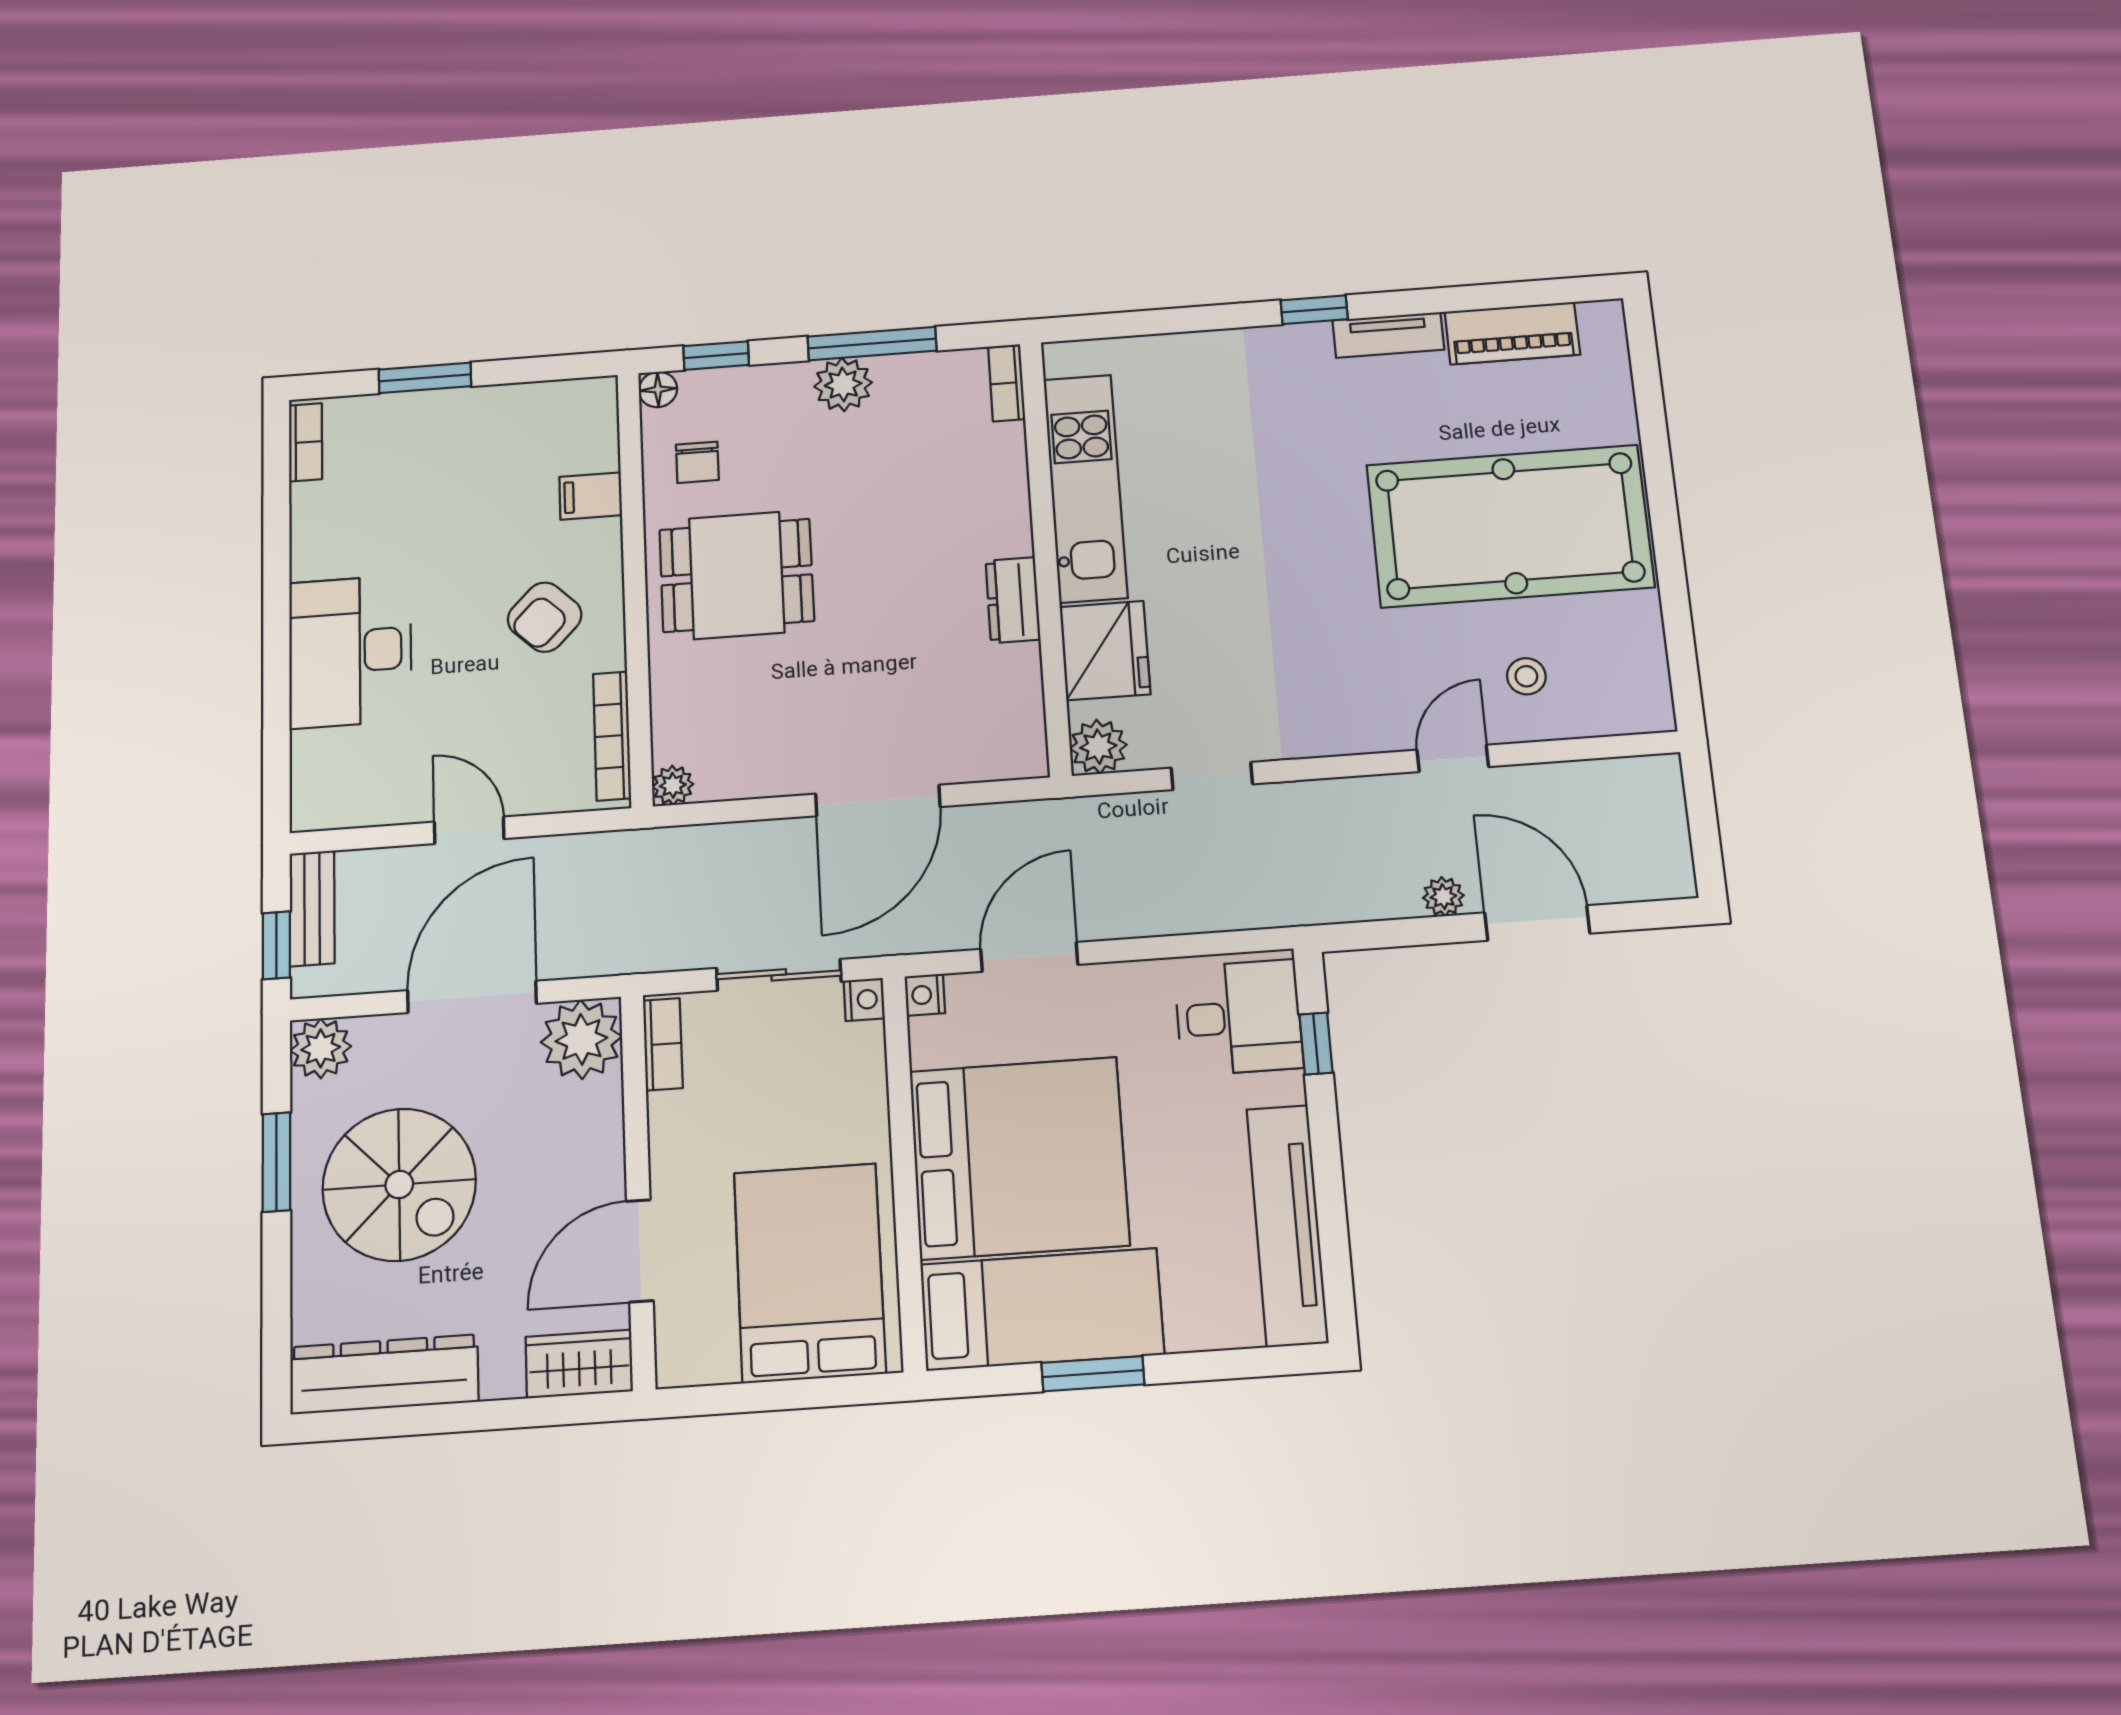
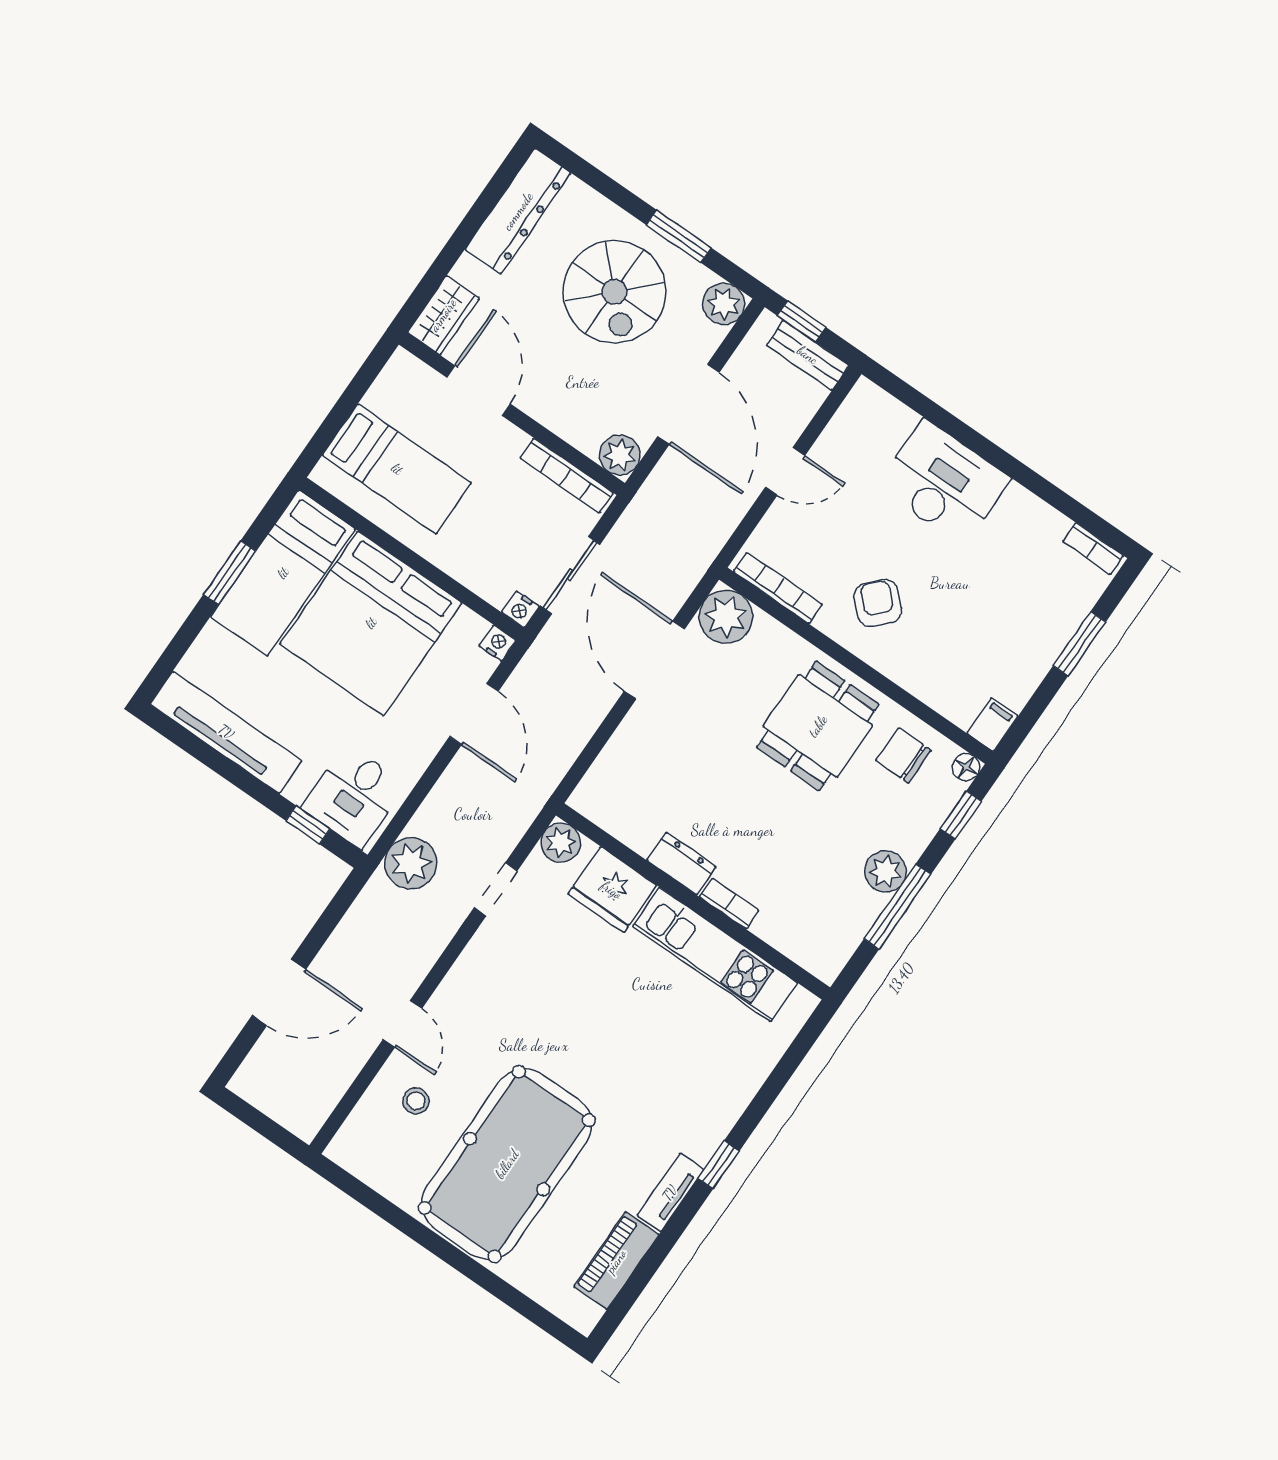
bookcase: (1007, 383) -> (729, 904), moved
chair: (697, 462) -> (904, 756), width x1.37, depth x1.37
filing cabinet: (591, 496) -> (992, 724), moved
plant: (673, 785) -> (726, 617), width x1.88, depth x1.88
door: (878, 800) -> (654, 660), moved
plant: (1443, 897) -> (411, 863), moved, width x1.87, depth x1.87
plant: (581, 1039) -> (620, 455), width x0.73, depth x0.73
bookcase: (663, 1044) -> (567, 476), width x1.56
spiral stairs: (399, 1185) -> (614, 292), turned -90
bed: (810, 1273) -> (397, 469), width x0.67

